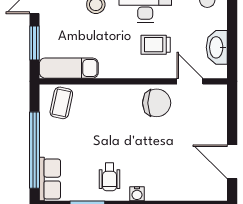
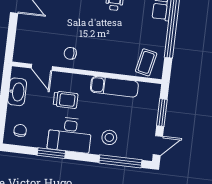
exam couch: (69, 68) -> (114, 87), moved
chair: (157, 103) -> (70, 53), width x0.54, depth x0.54

